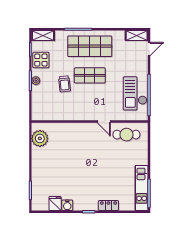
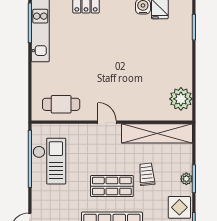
shelving: (57, 113) -> (157, 133), added
door: (104, 122) -> (107, 122), moved

